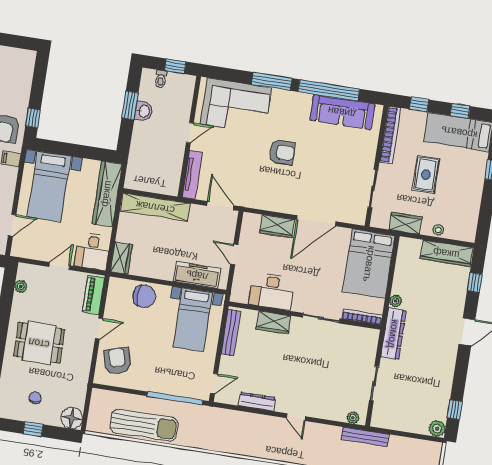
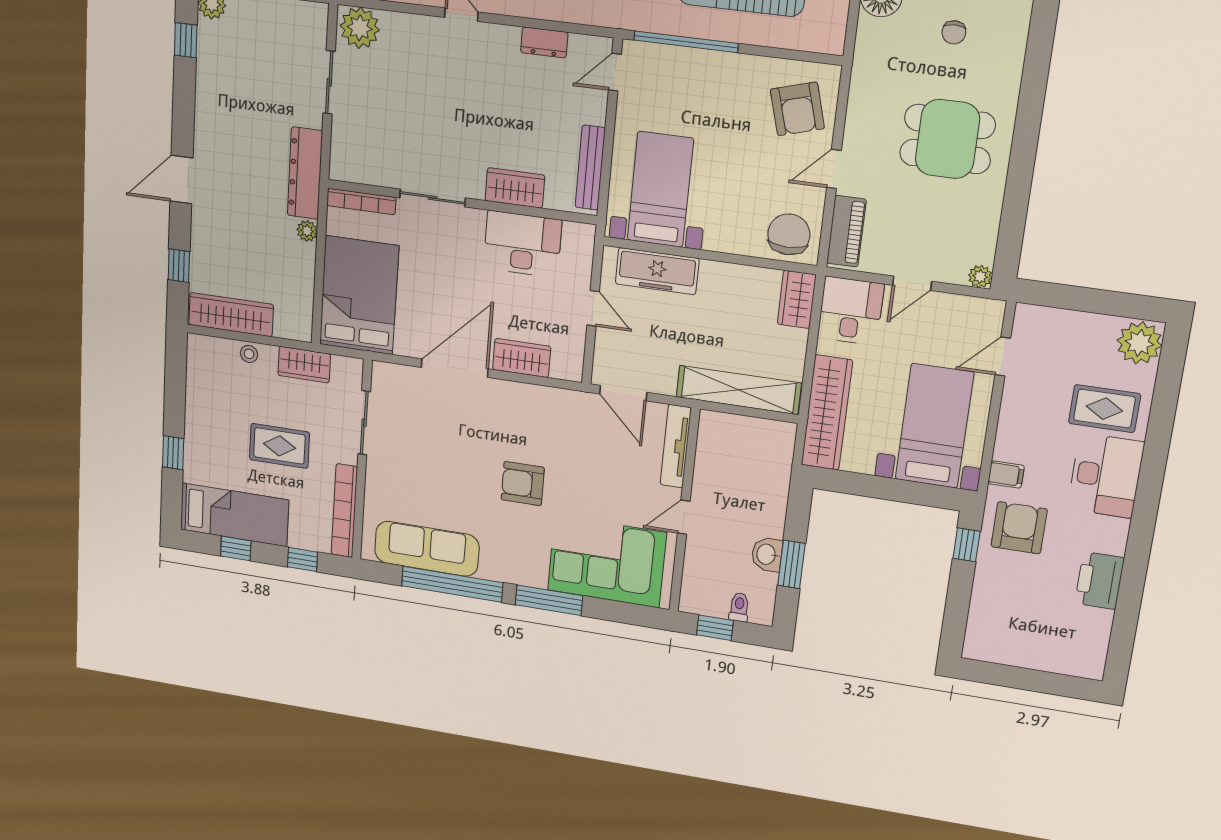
rug: (426, 175) -> (279, 446), turned 90
plant: (21, 286) -> (980, 276), moved
chair: (144, 296) -> (789, 234), moved, turned 90
dresser: (257, 402) -> (544, 42), width x0.70
plant: (353, 418) -> (360, 28), width x1.88, depth x1.88

